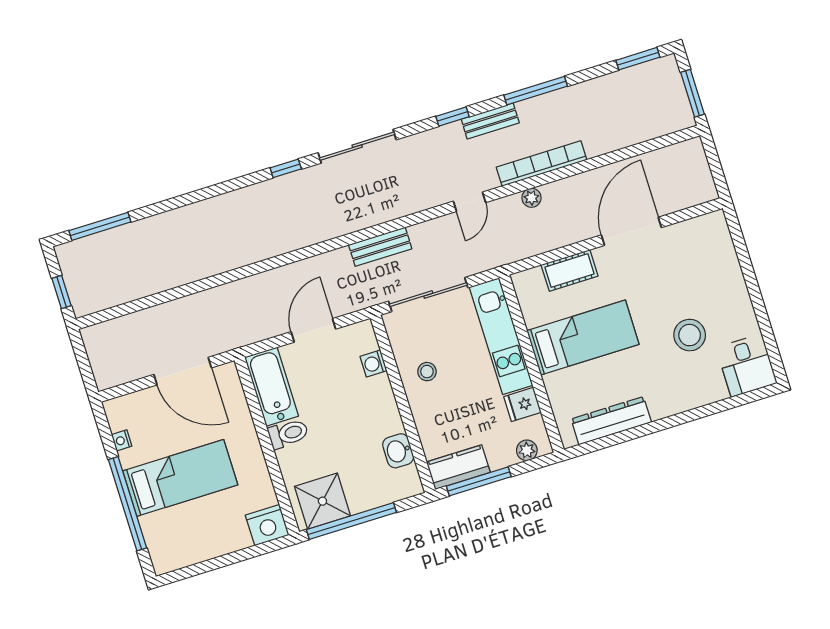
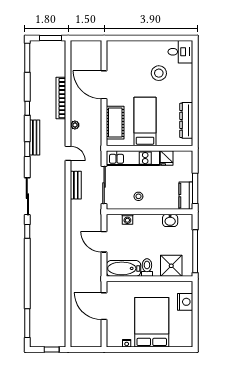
window: (638, 59) -> (27, 58), width x1.44
window: (536, 91) -> (27, 108), width x0.46
bench: (490, 121) -> (35, 137), width x1.36
bookcase: (542, 163) -> (61, 98), moved
bench: (380, 247) -> (76, 185), moved
cot: (570, 270) -> (115, 123), width x1.37, depth x1.34
door: (183, 371) -> (104, 306), swing flipped
plant: (527, 450) -> (188, 162), removed
bed: (180, 478) -> (152, 322), width x1.50
shower: (322, 501) -> (171, 266), moved
window: (127, 504) -> (156, 350), removed
nightstand: (267, 525) -> (185, 302), moved

